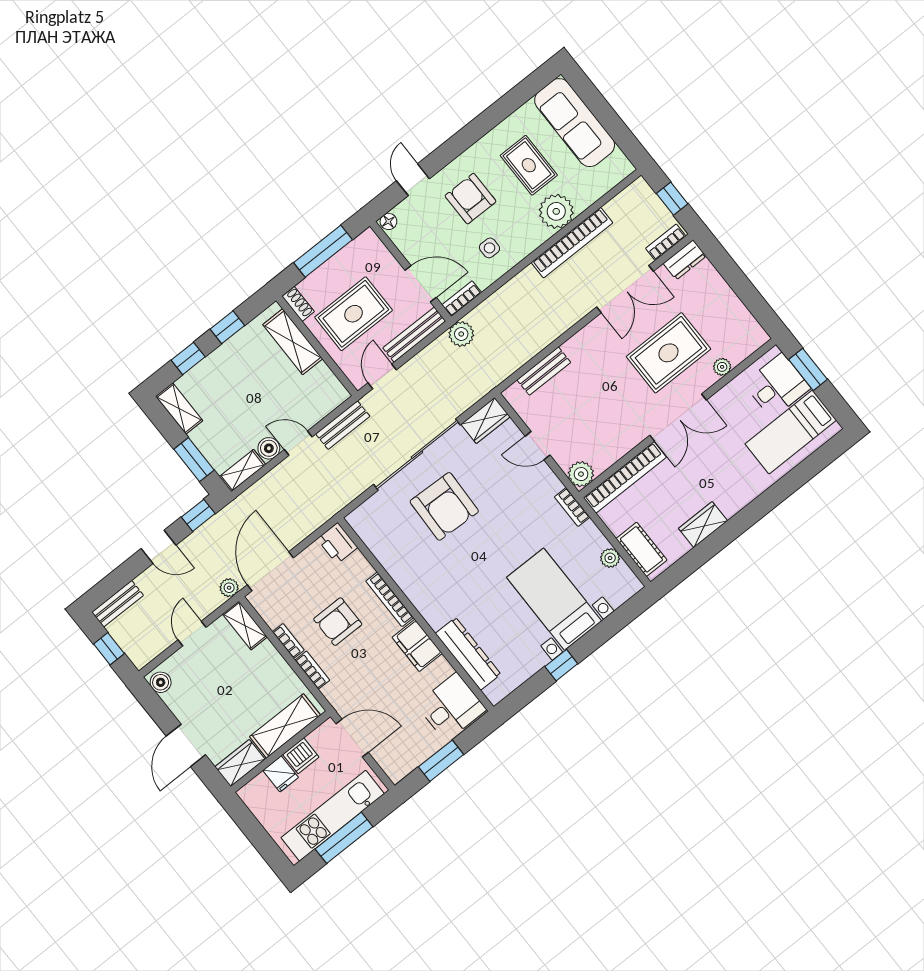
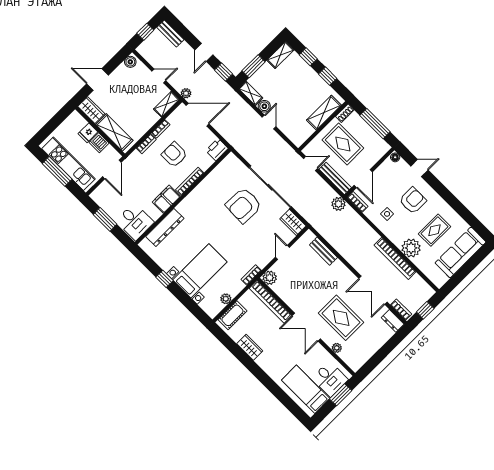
bench: (343, 425) -> (282, 145), removed

